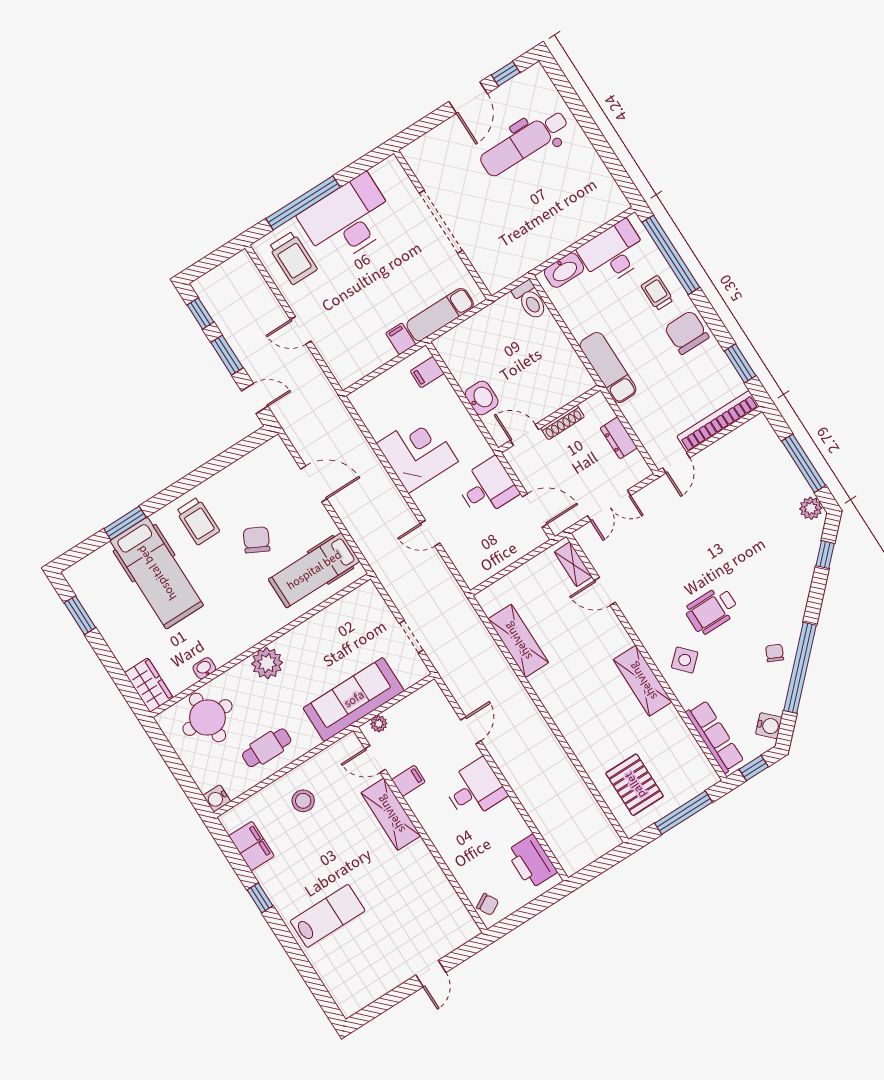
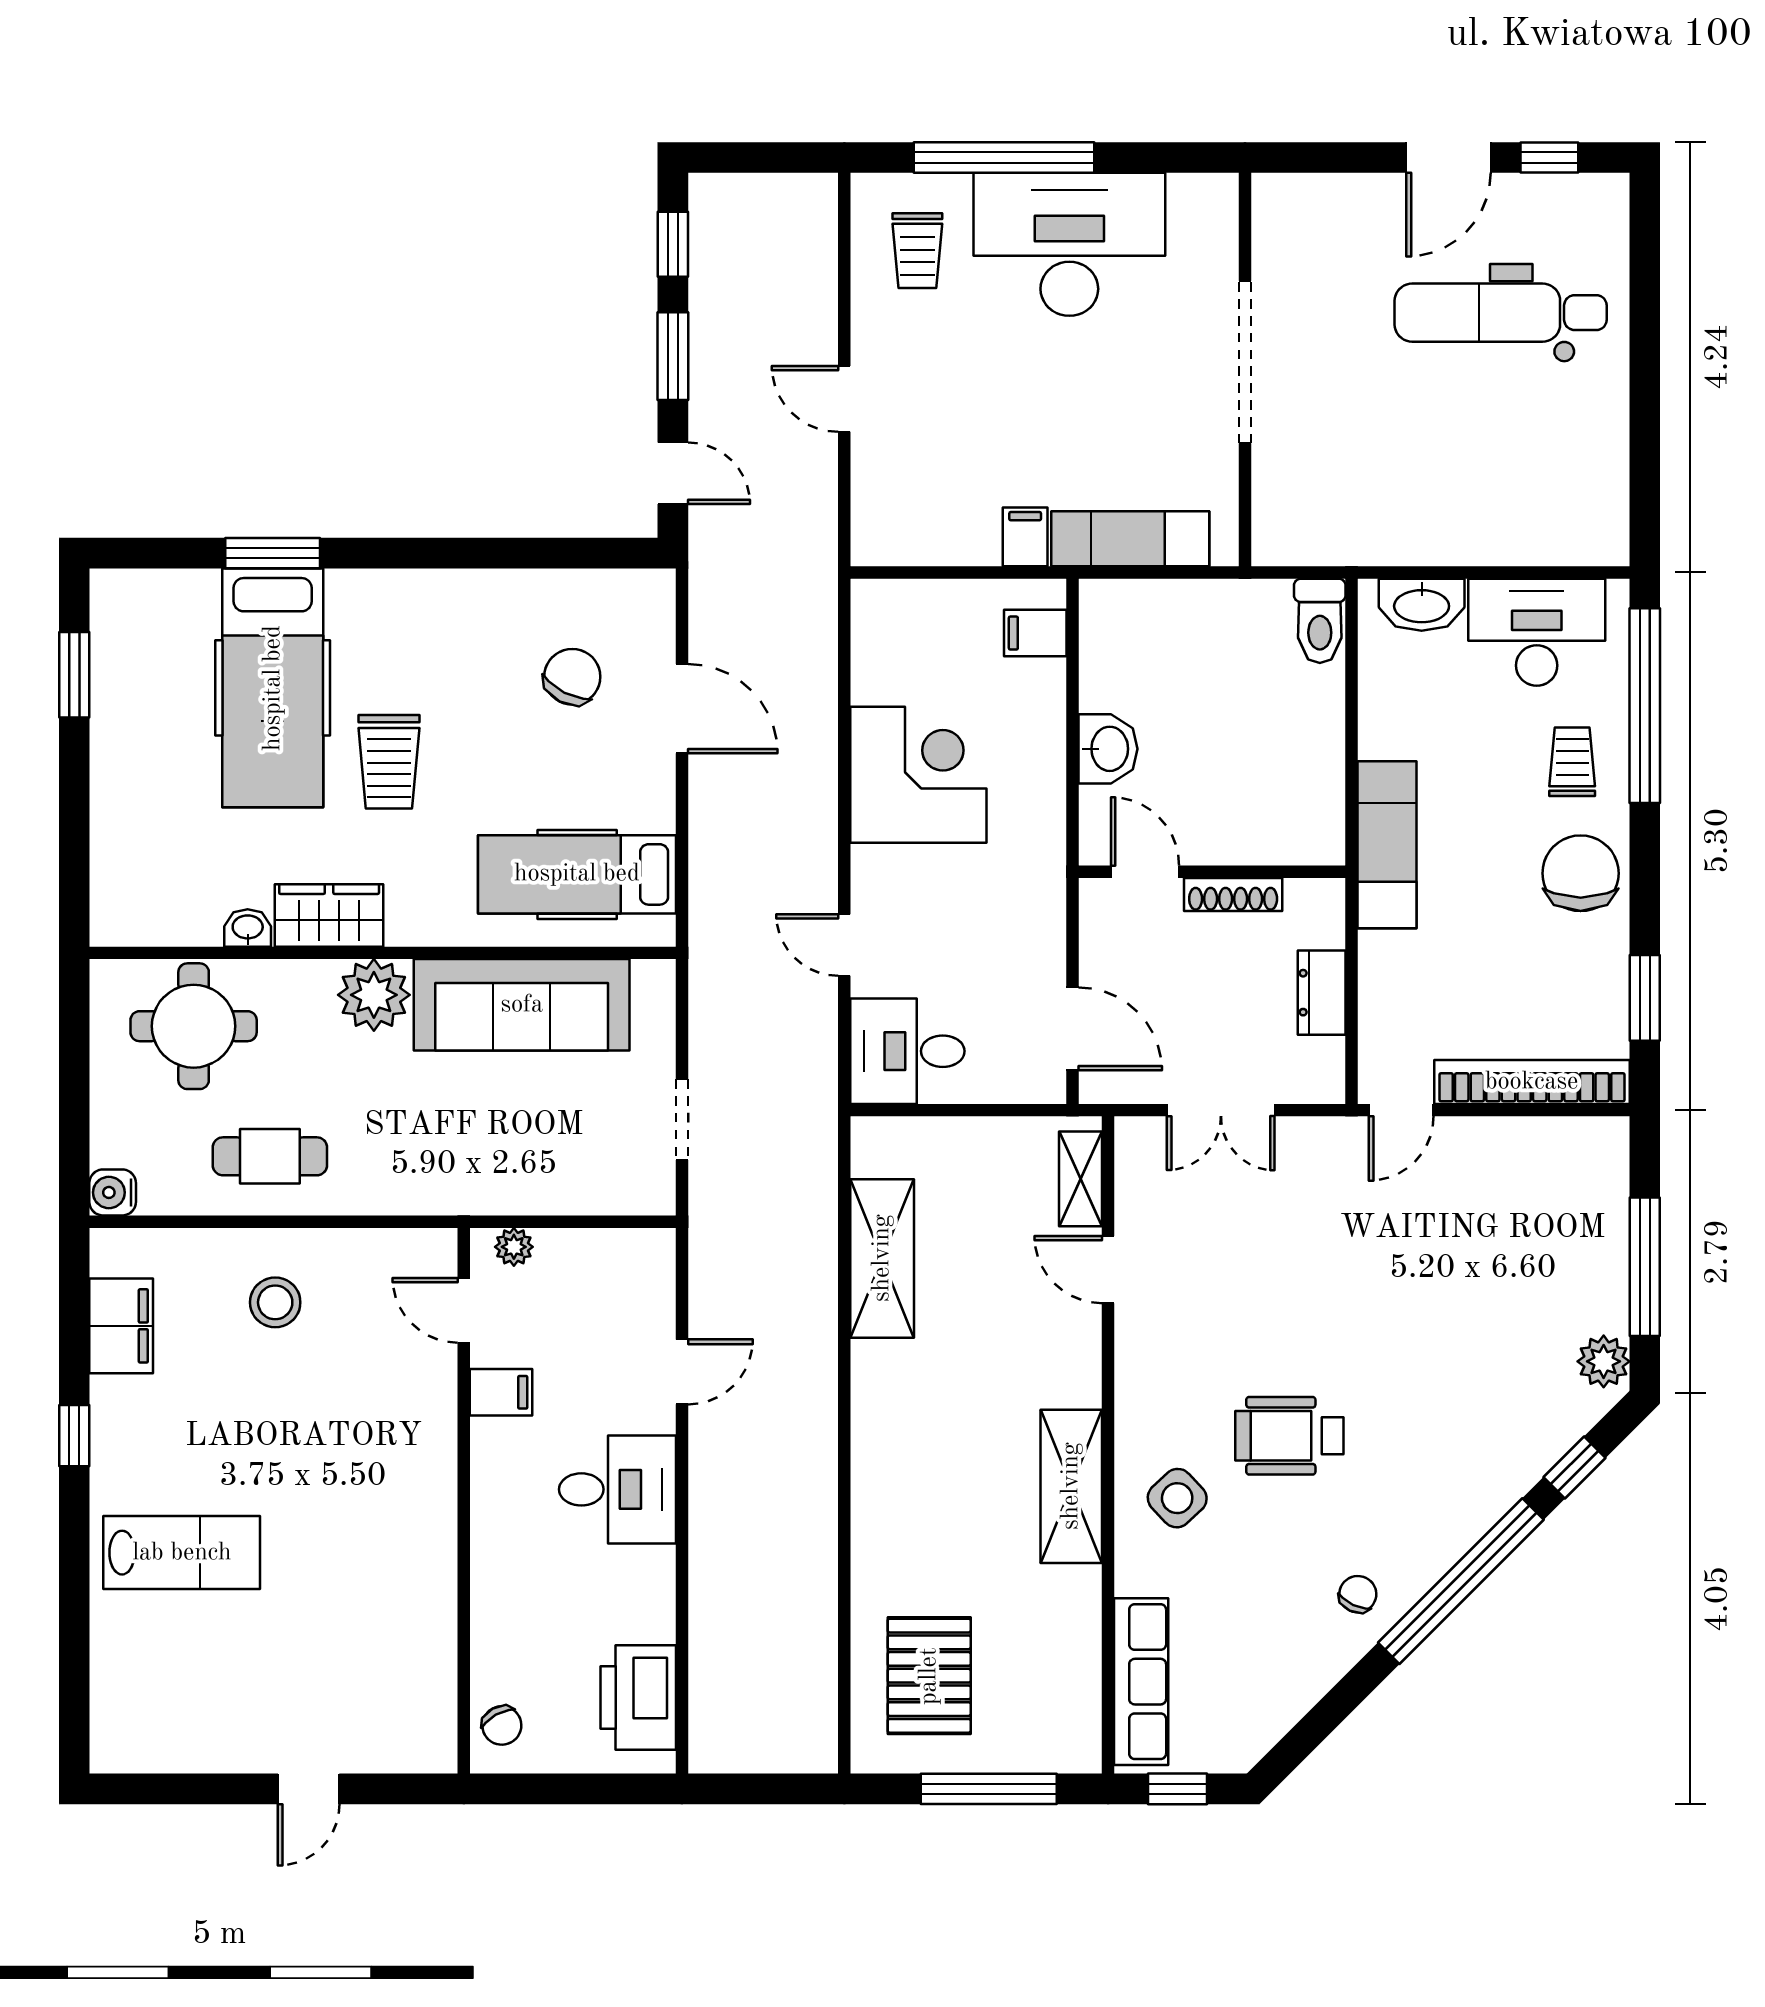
trolley: (293, 258) -> (917, 251), width x0.73, depth x0.72
desk: (487, 488) -> (907, 1051), moved, turned 180
trolley: (198, 521) -> (389, 762), moved
chair: (257, 540) -> (572, 677), moved
window: (800, 668) -> (1461, 1581), moved
wardrobe: (149, 685) -> (329, 915), moved, turned -90
sofa: (354, 699) -> (522, 1005), moved, turned 180
water cooler: (769, 726) -> (1258, 1726), removed
shelving: (391, 814) -> (426, 1435), removed

